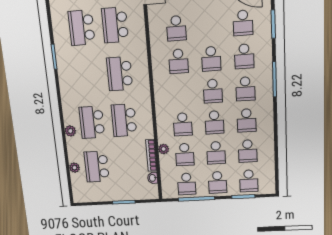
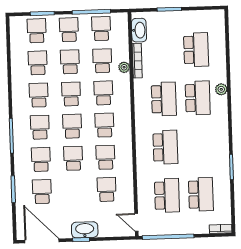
school desk: (181, 93) -> (104, 125), added
plant: (75, 168) -> (220, 49), removed
washbasin: (153, 178) -> (139, 30), width x1.91, depth x1.45

